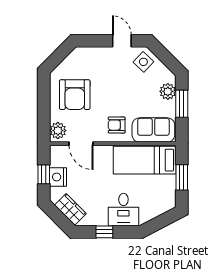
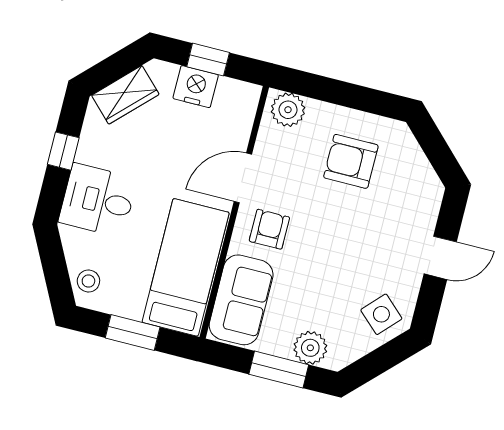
door: (122, 41) -> (440, 258), moved
armchair: (75, 95) -> (351, 161), width x0.73, depth x0.73
door: (81, 144) -> (243, 178), moved
stool: (163, 204) -> (88, 281), added

